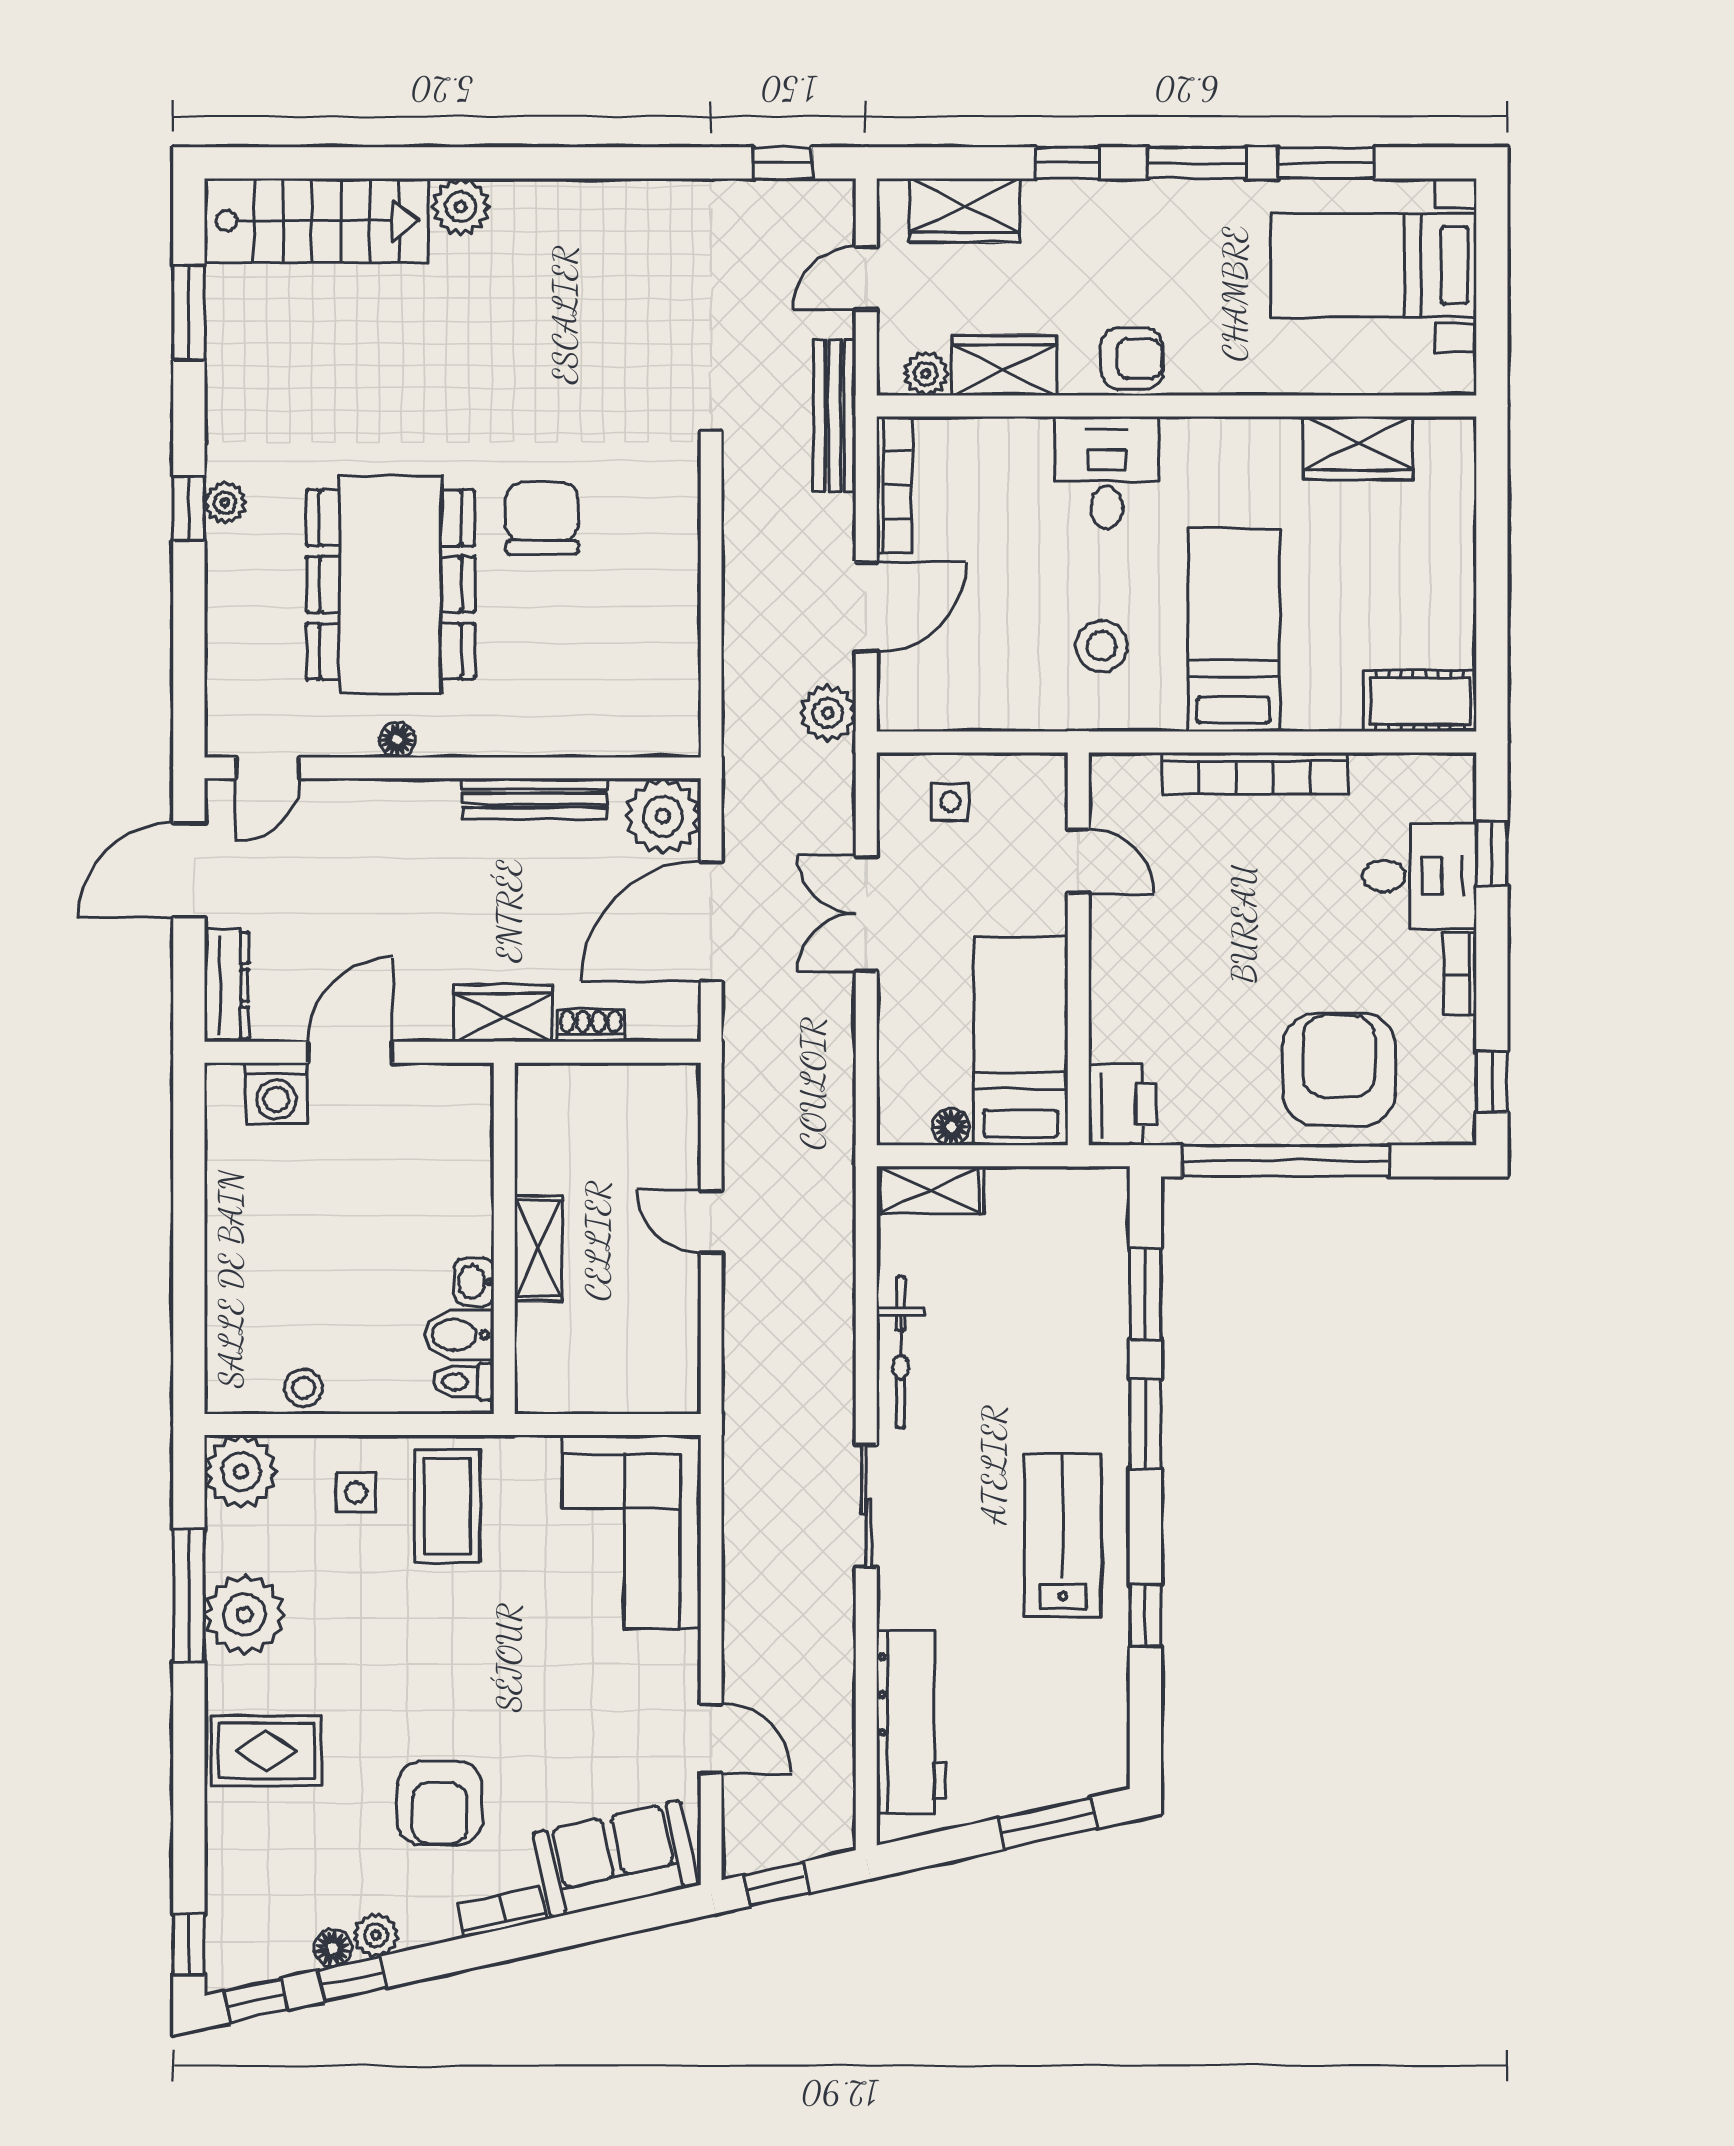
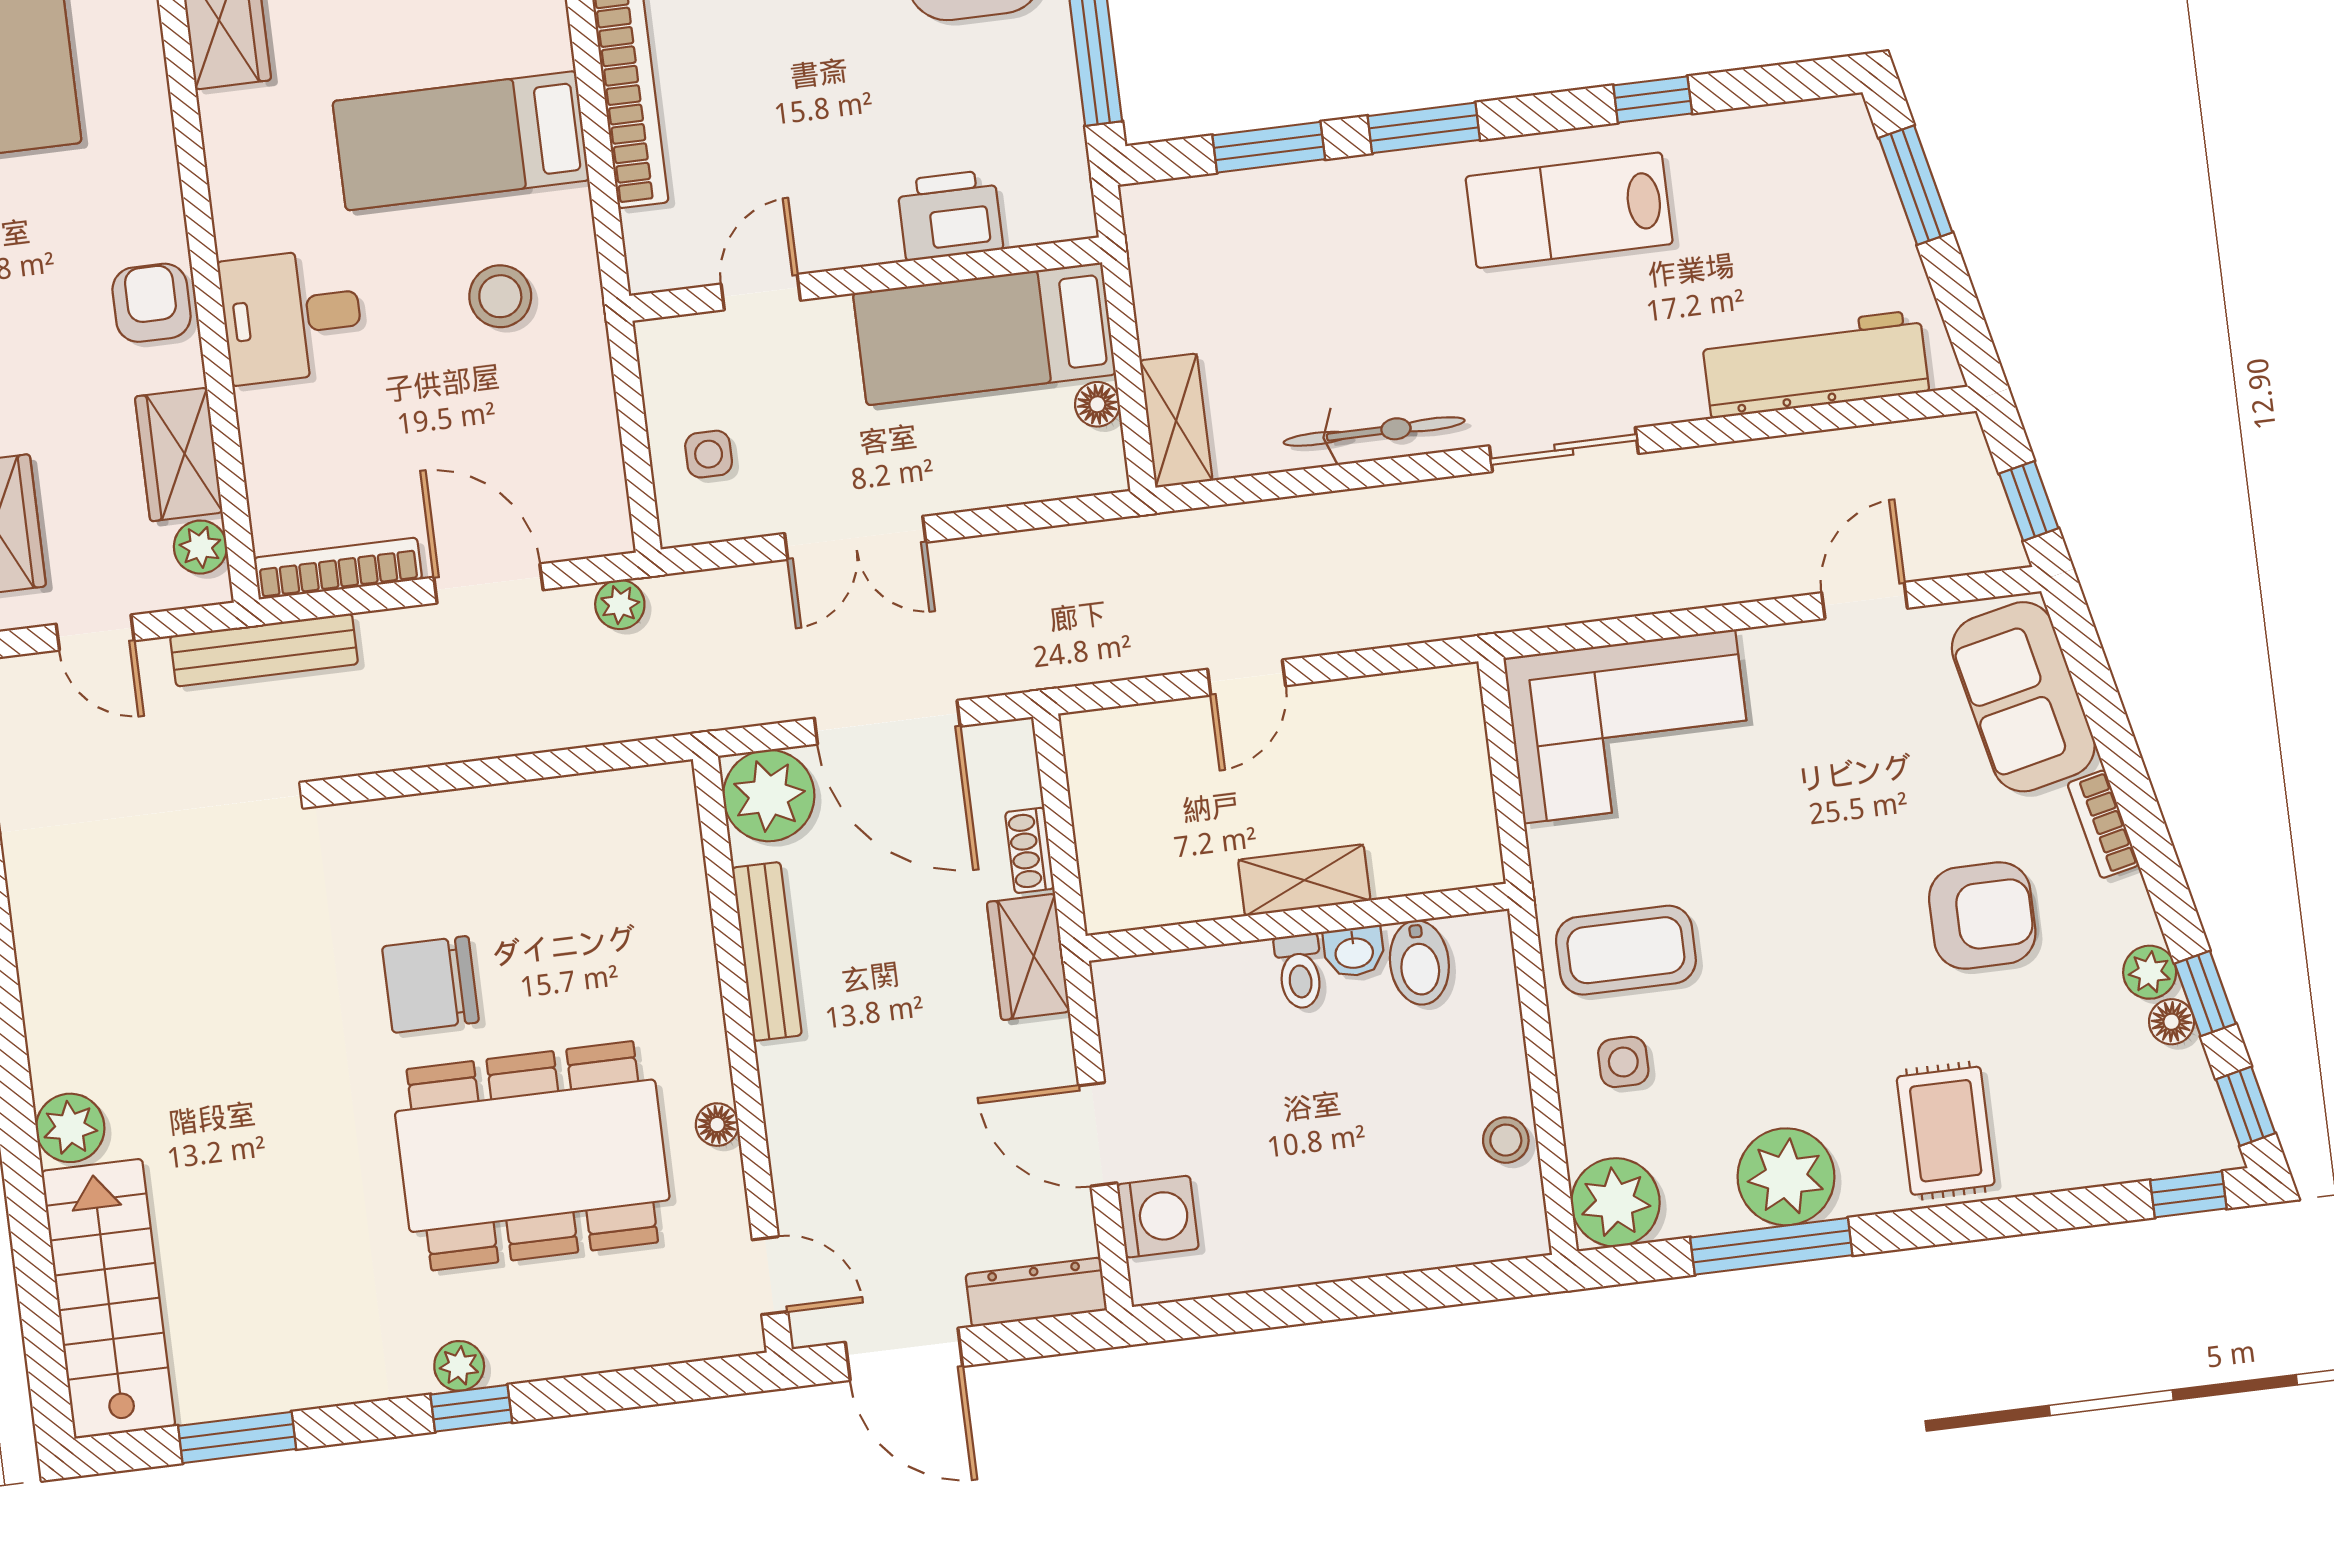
plant: (828, 713) -> (620, 605), width x0.73, depth x0.73
printer: (1122, 1105) -> (950, 215), moved
toilet: (464, 1382) -> (1299, 971), moved

